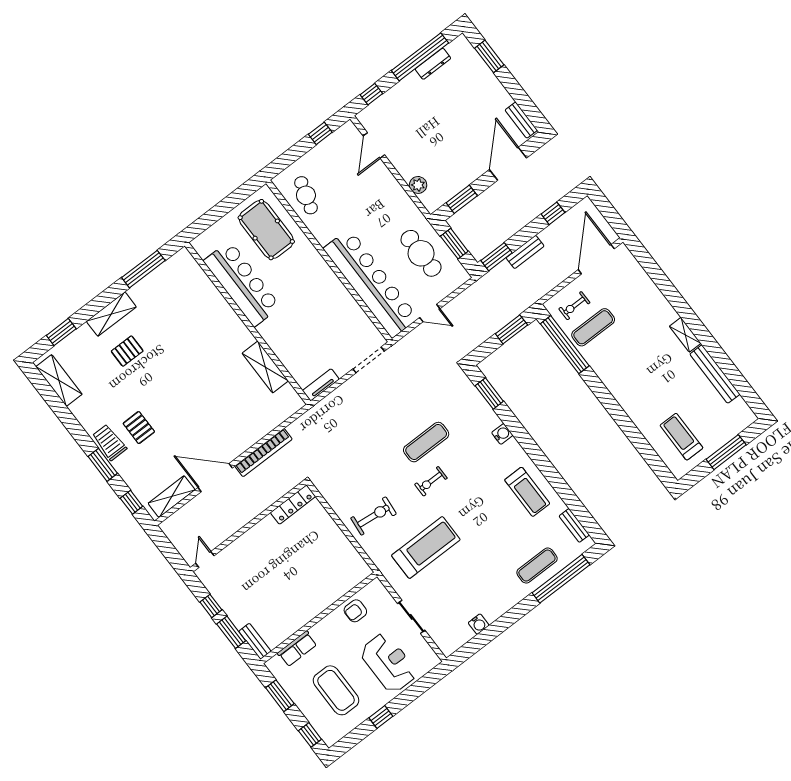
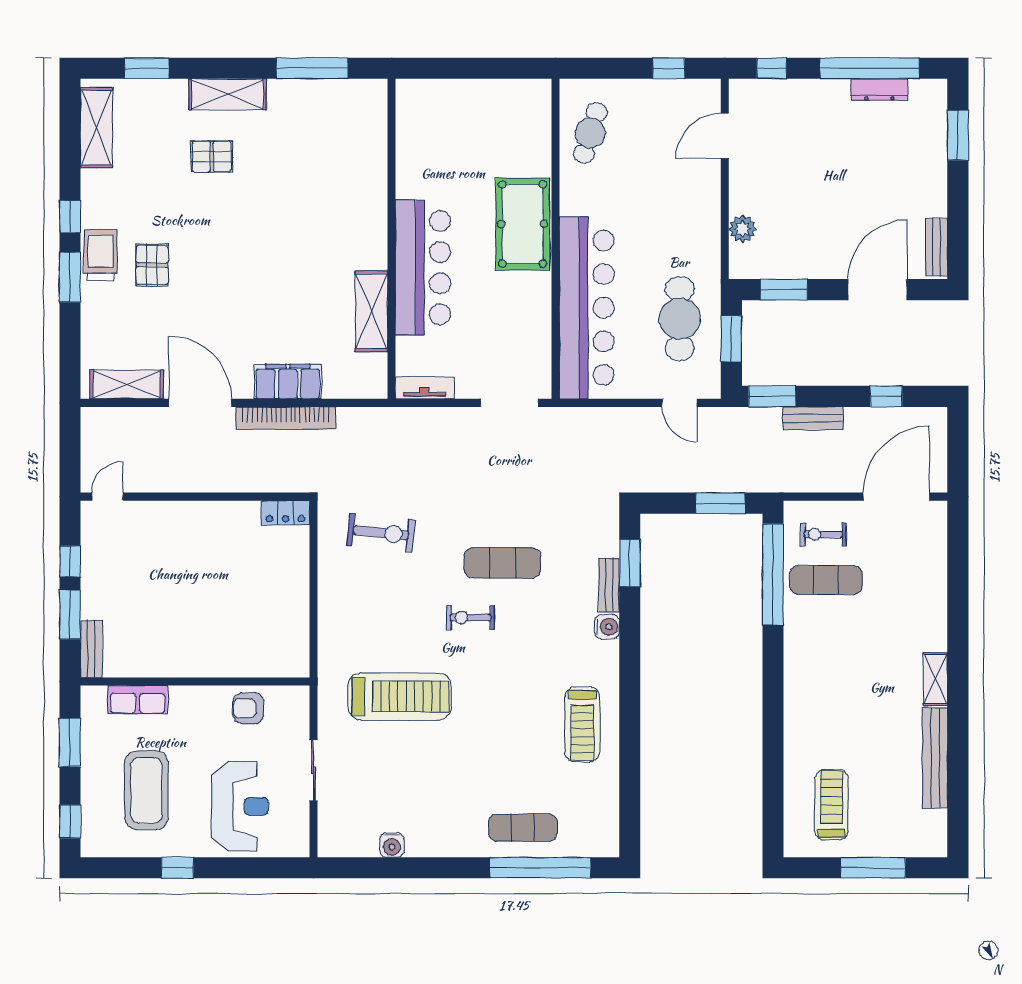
pool table: (266, 230) -> (523, 224), moved
bar counter: (242, 284) -> (423, 268), moved
door: (430, 313) -> (679, 403), moved
filing cabinet: (251, 434) -> (288, 382), added
window: (131, 502) -> (70, 217), moved
locker: (293, 505) -> (285, 513), width x0.66
exercise bike: (373, 516) -> (381, 533), moved
bench: (574, 525) -> (609, 585), moved

